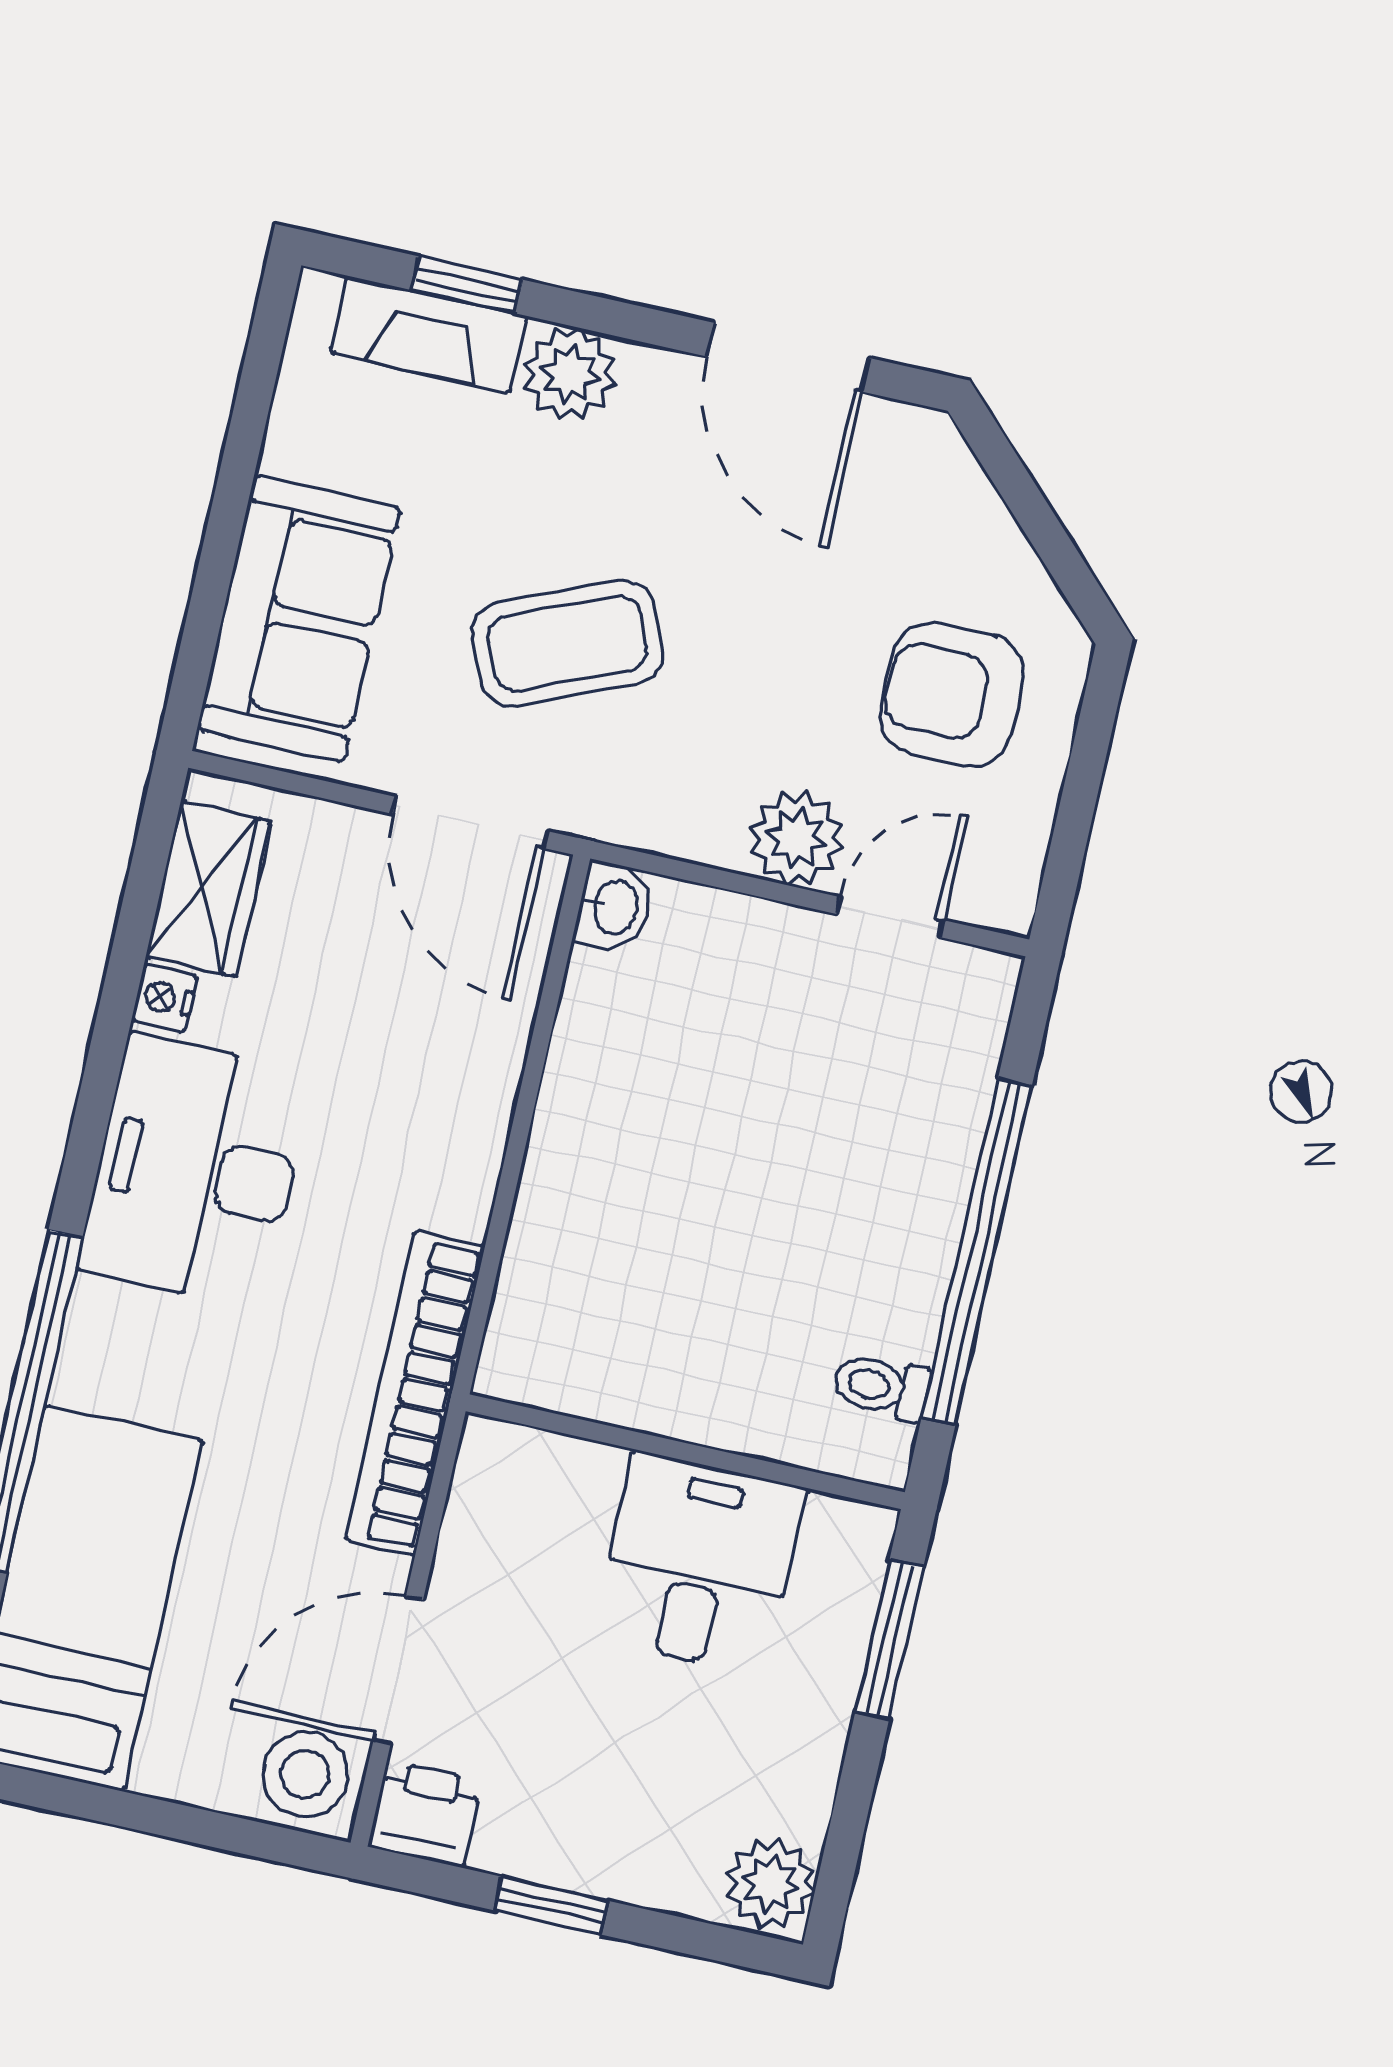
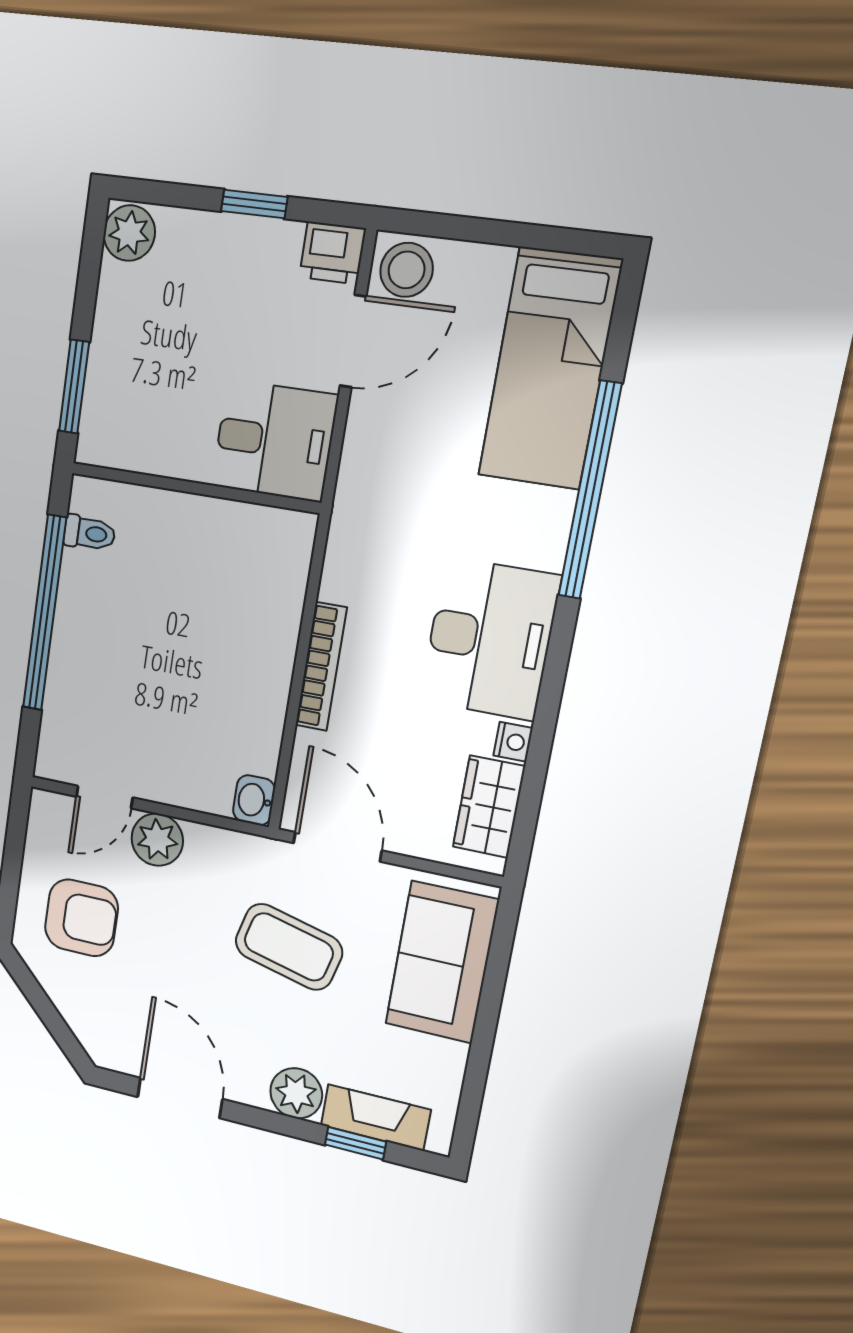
coffee table: (567, 643) -> (289, 947), turned 37
bookcase: (415, 1393) -> (321, 667), moved, width x0.68, depth x0.76
desk: (700, 1563) -> (274, 441), moved, turned -90

